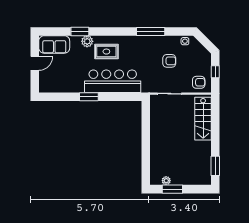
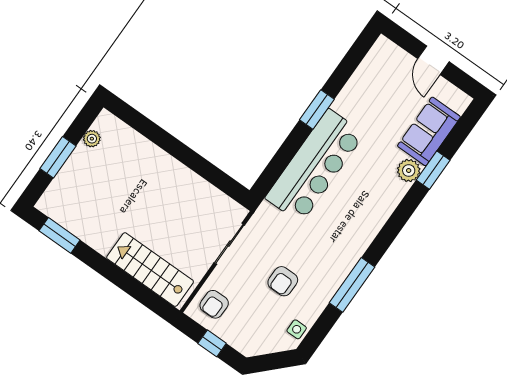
sofa: (54, 44) -> (429, 131), moved
rug: (106, 52) -> (370, 190), removed
window: (172, 189) -> (58, 157), moved

